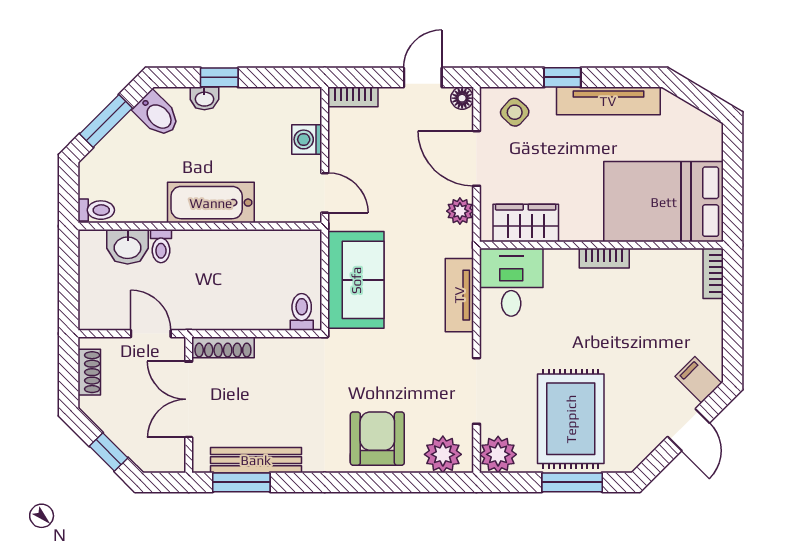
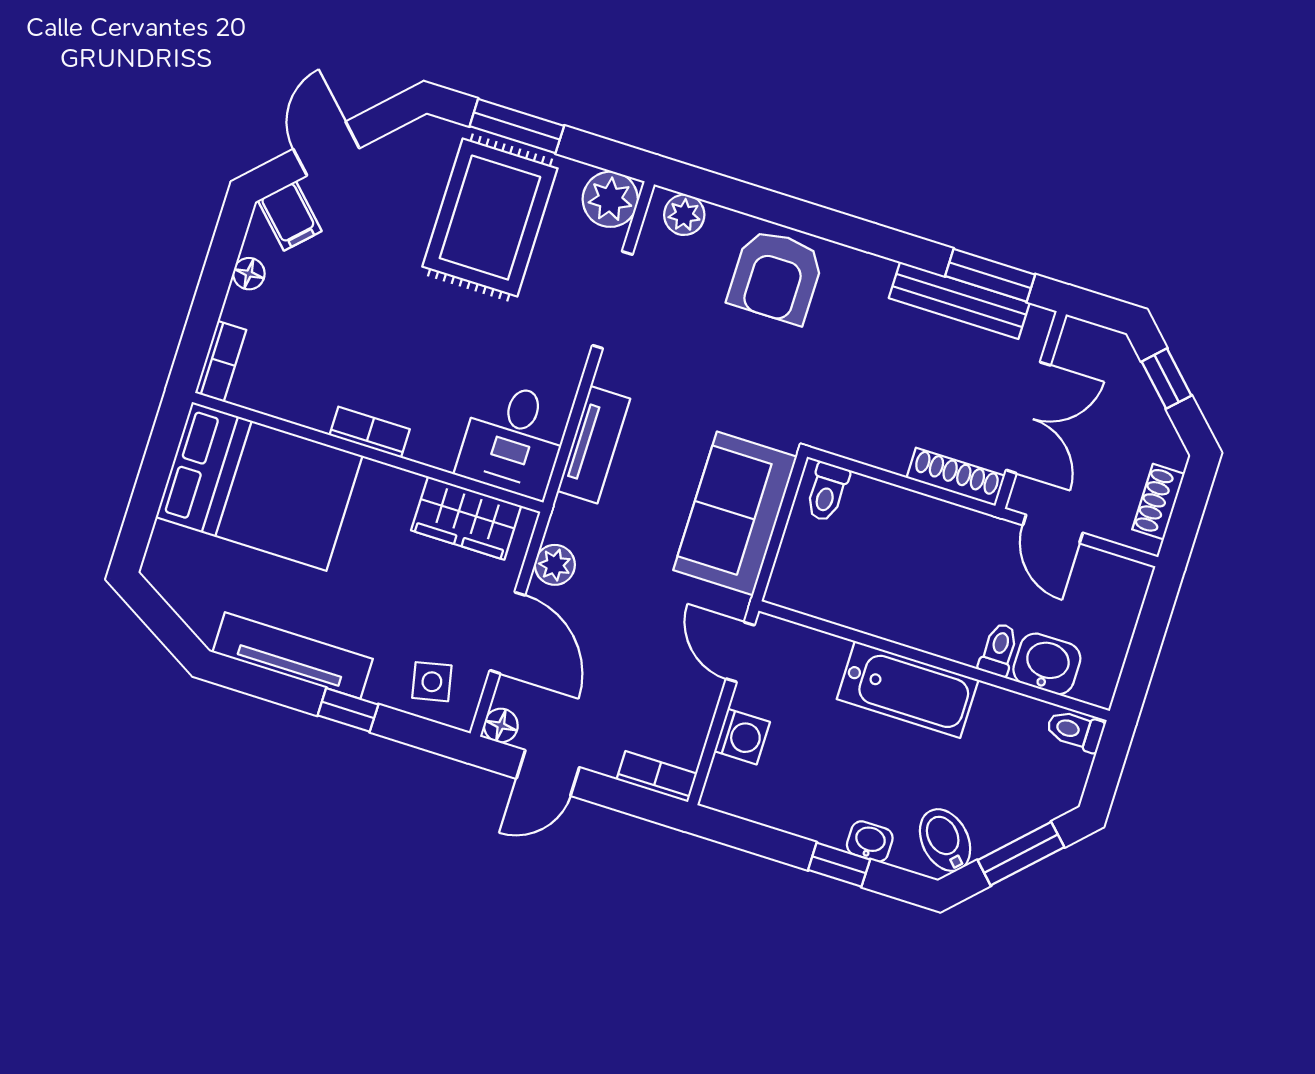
side table: (515, 112) -> (432, 682), turned 36
floor lamp: (713, 335) -> (249, 274), added
plant: (443, 454) -> (684, 215), width x0.73, depth x0.73

